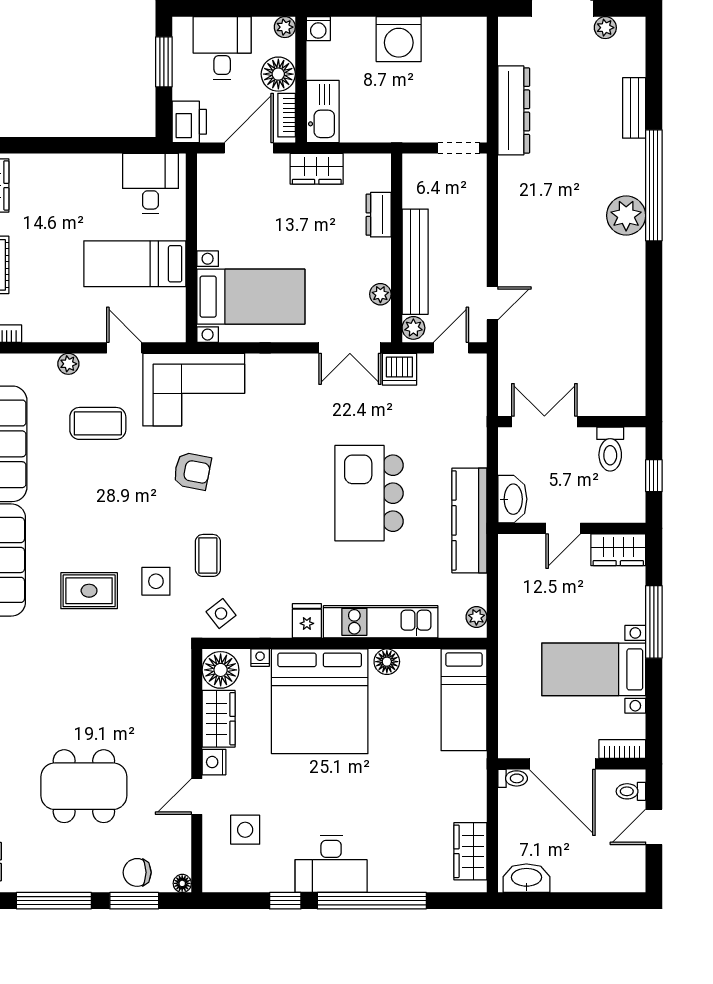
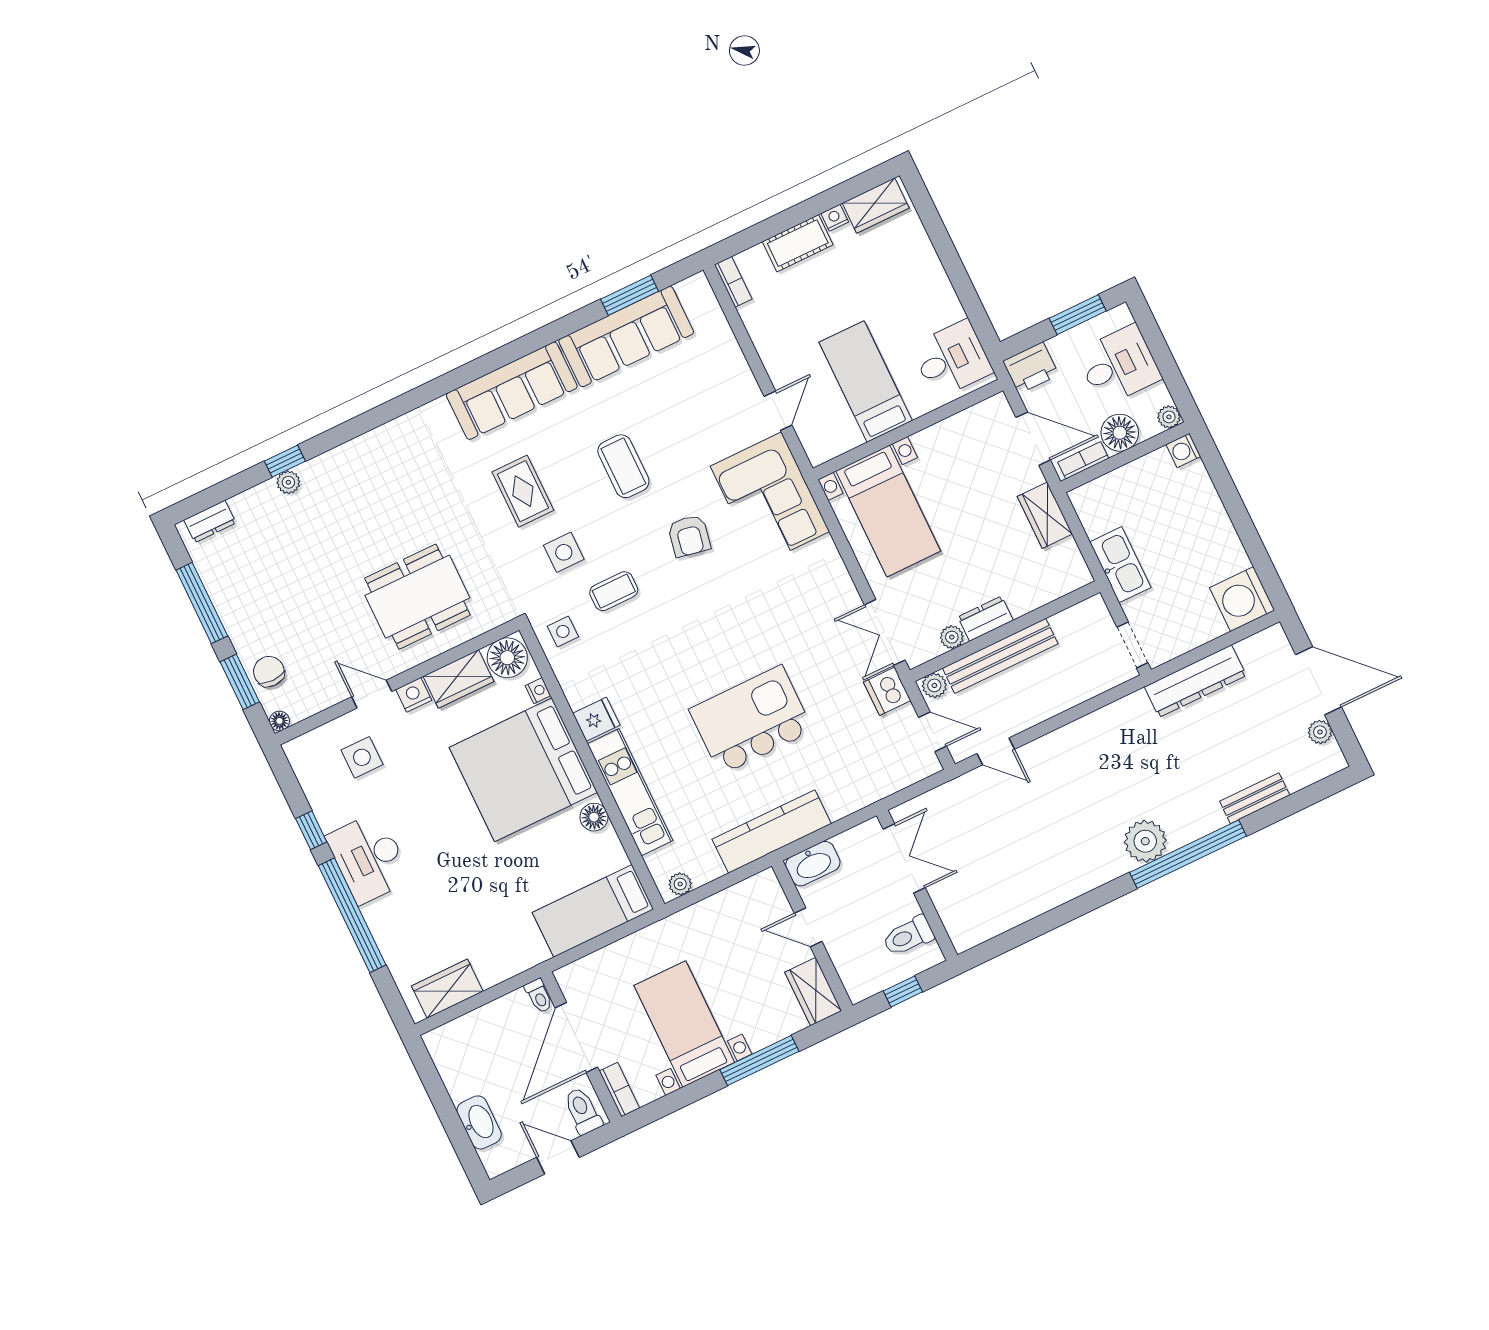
washing machine: (399, 39) -> (1242, 599), moved
kitchen sink: (323, 111) -> (1120, 565), moved, turned -90
dresser: (379, 215) -> (985, 619), moved
plant: (68, 364) -> (736, 364), removed
coffee table: (98, 423) -> (623, 466), moved
side table: (221, 614) -> (563, 631), turned 38
dining table: (84, 786) -> (417, 597), moved, turned 90
toilet: (631, 791) -> (583, 1111), width x1.37, depth x1.39
washbasin: (526, 878) -> (479, 1122), moved

